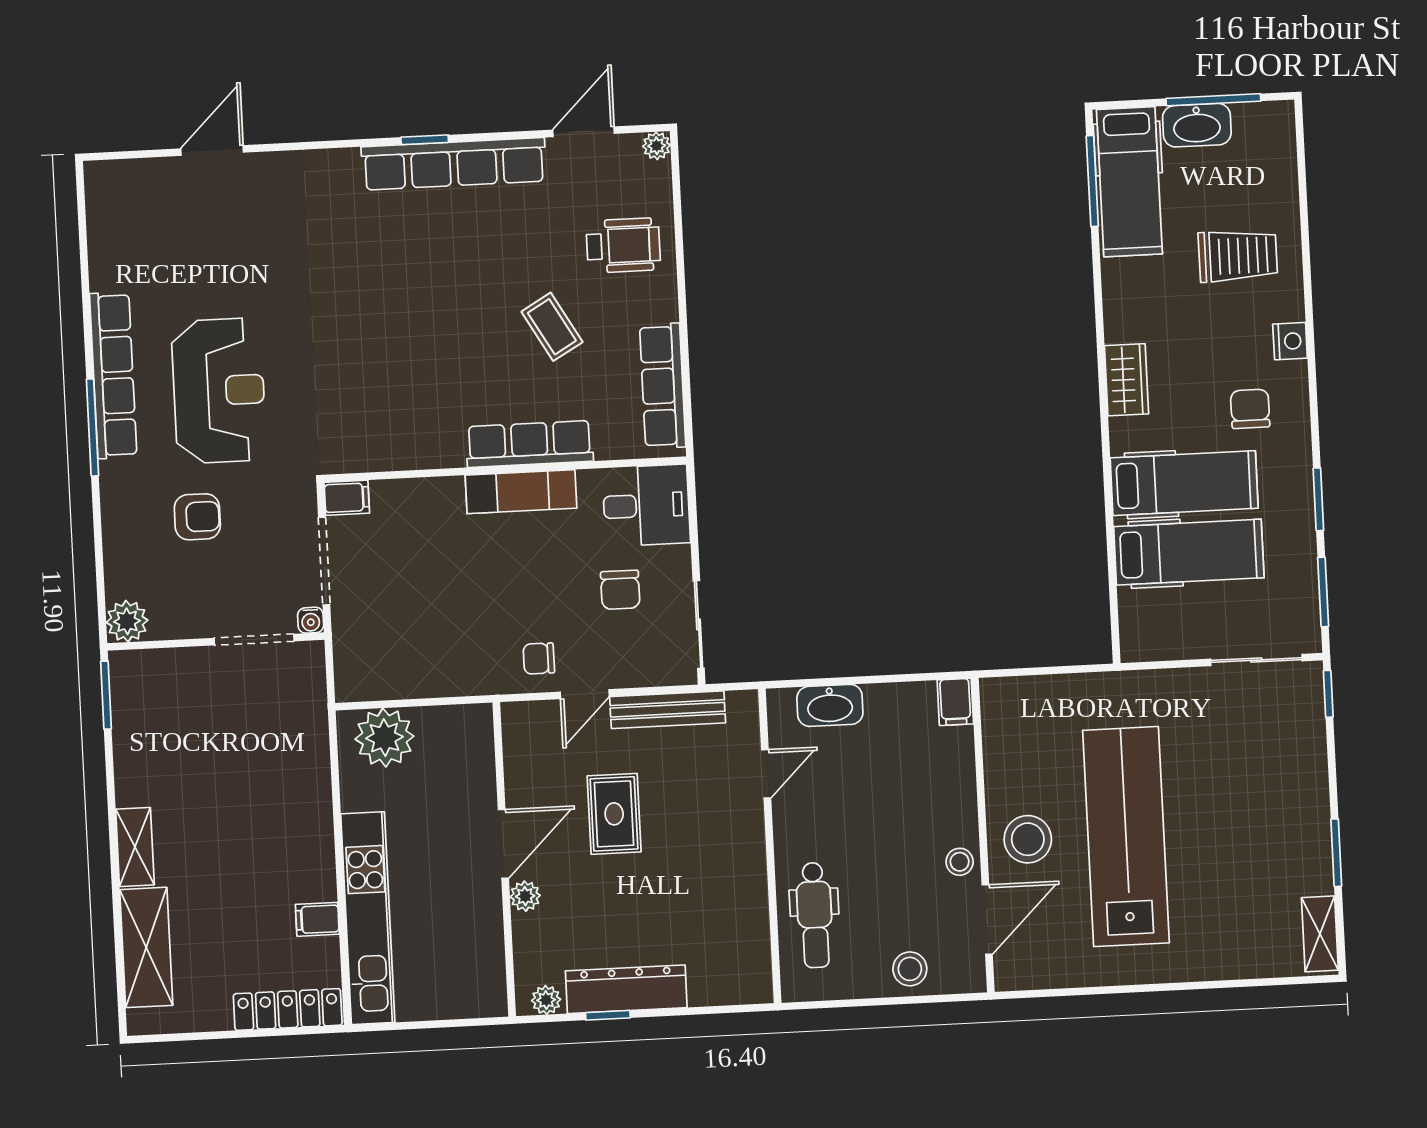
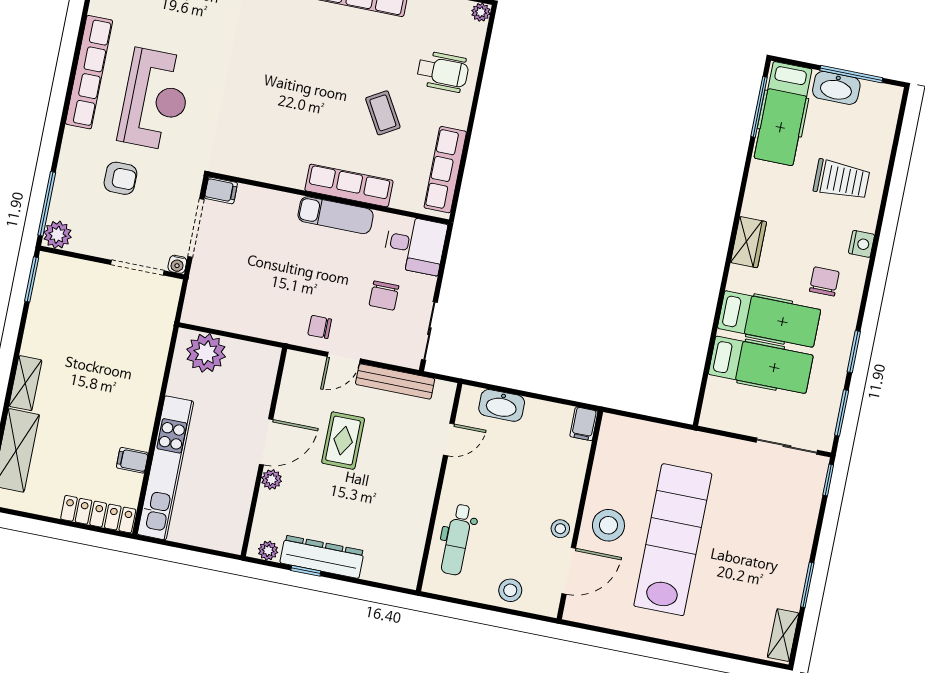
window: (92, 427) -> (47, 204), moved

